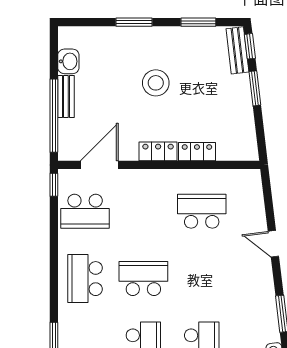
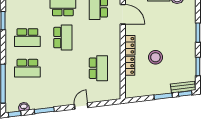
stool: (156, 83) -> (155, 57), moved

